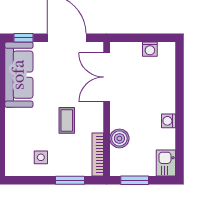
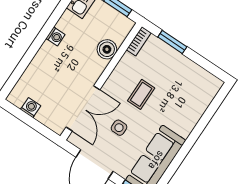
bookcase: (98, 155) -> (139, 41), width x0.64
side table: (41, 157) -> (119, 128), moved

